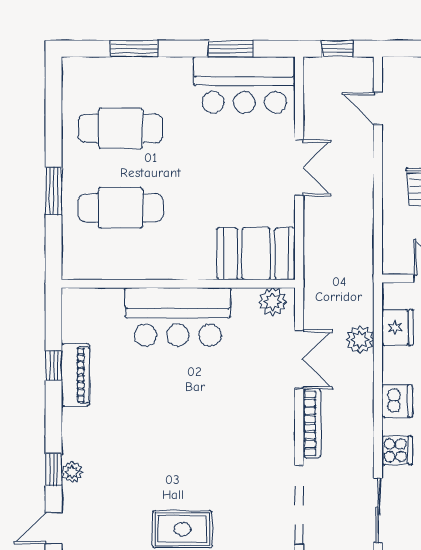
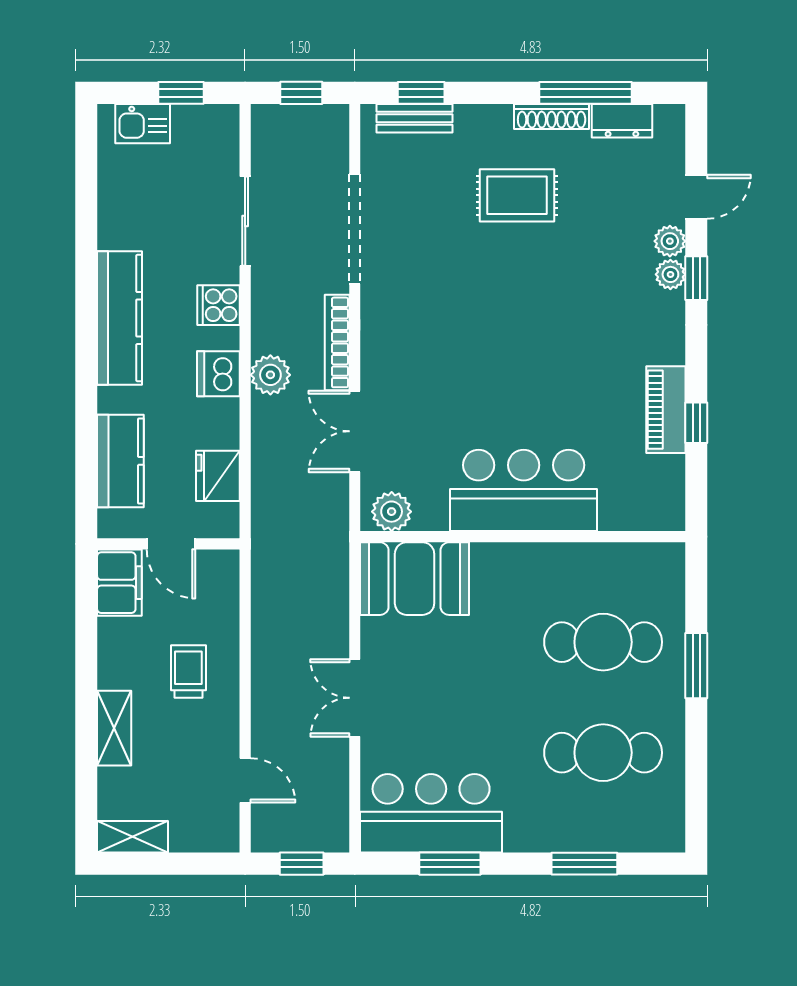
plant: (360, 340) -> (270, 375), moved
plant: (73, 496) -> (670, 241), added

